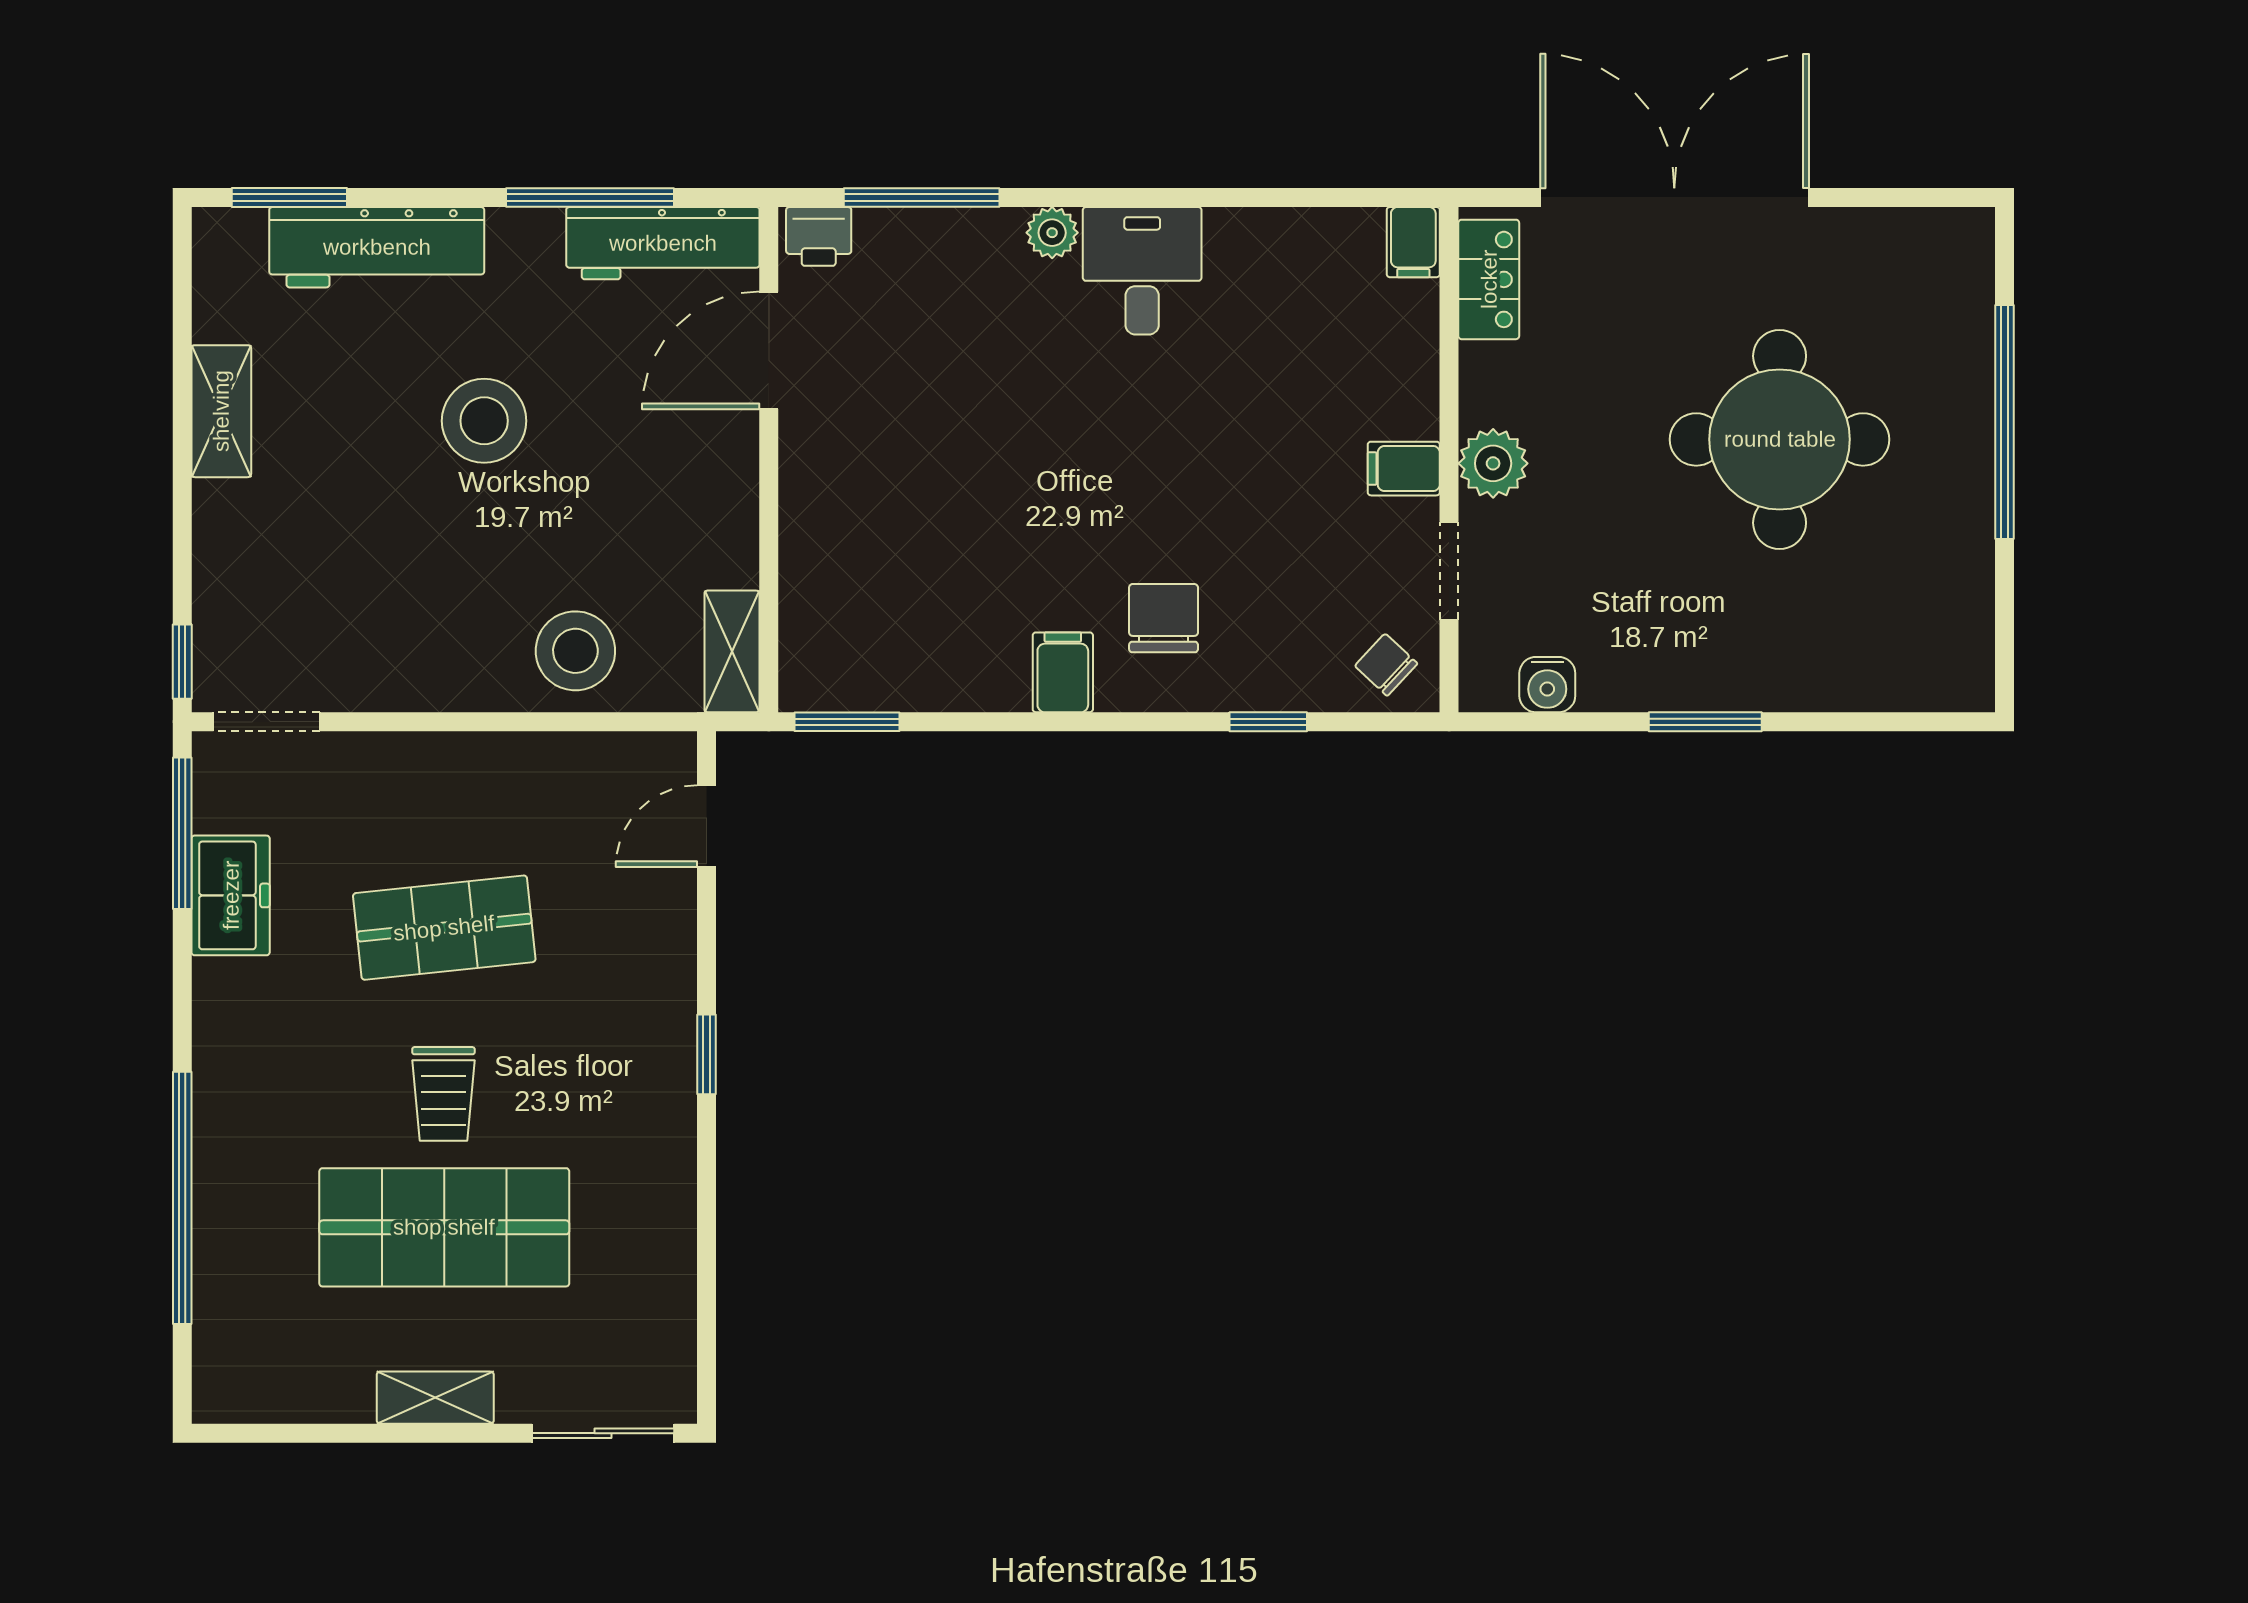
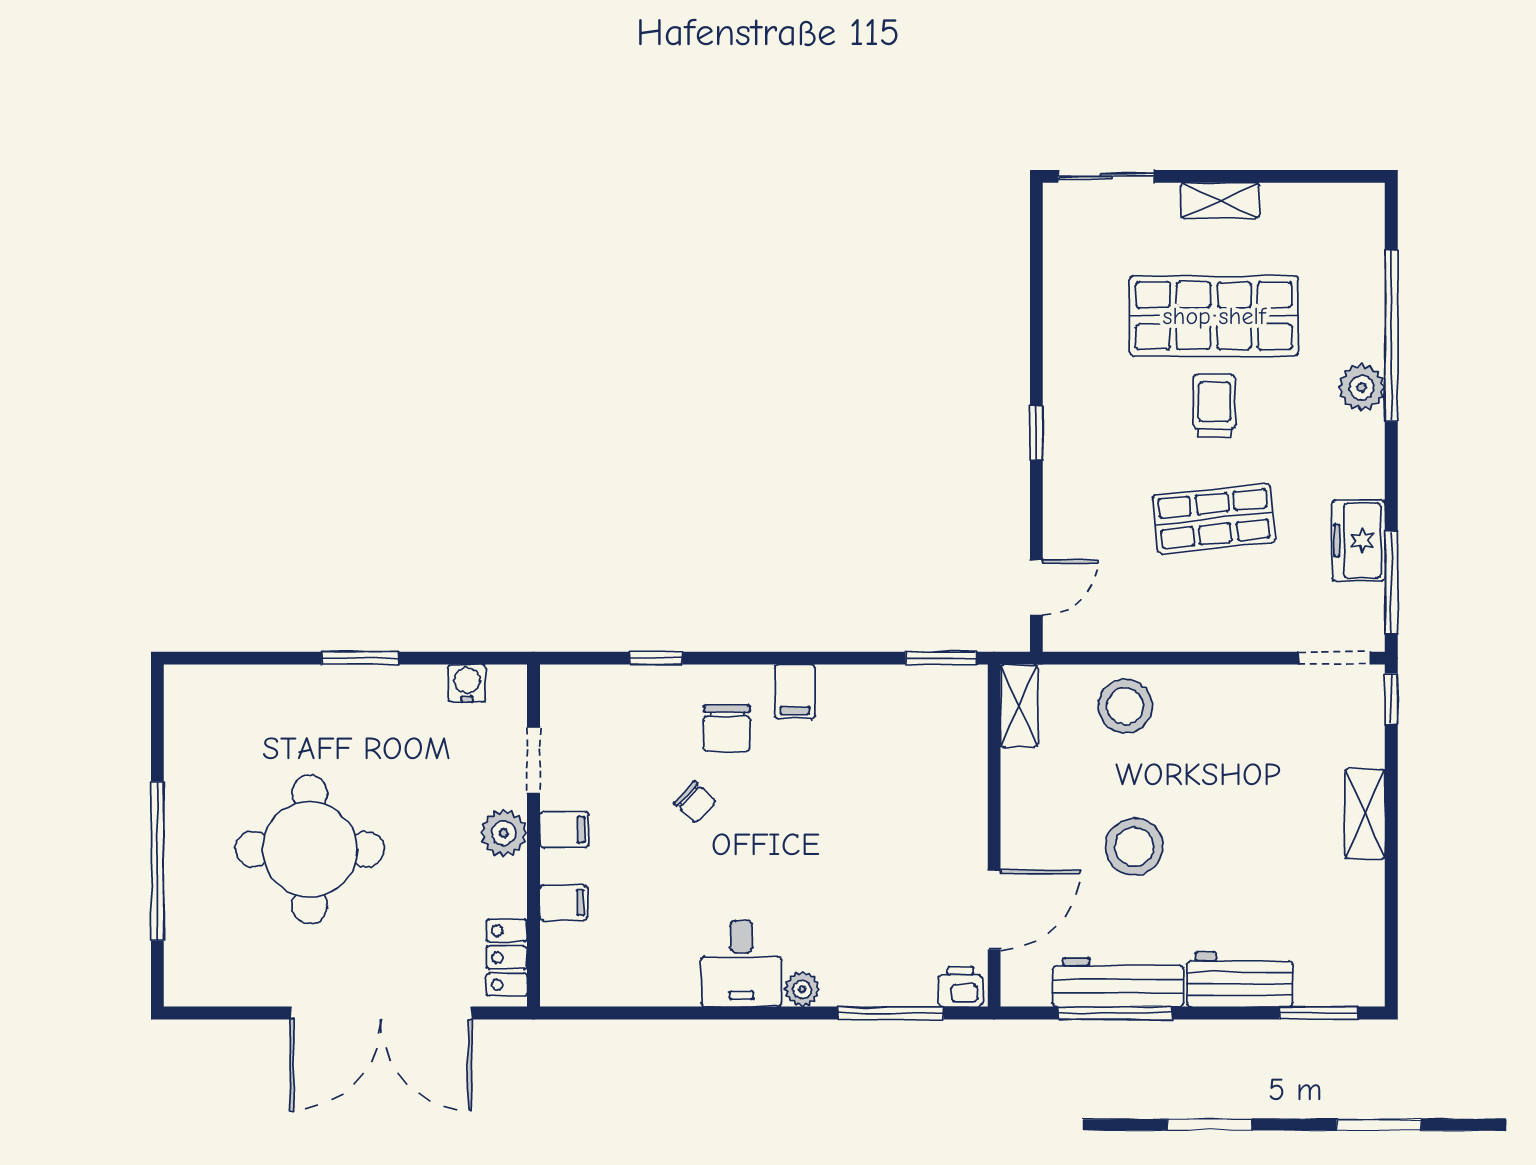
filing cabinet: (1413, 242) -> (564, 903), moved, turned 90
workbench: (663, 243) -> (1118, 982), moved
workbench: (377, 247) -> (1240, 979), width x0.73
shelving: (221, 411) -> (1365, 814), moved
stool: (484, 421) -> (1134, 847), moved
chair: (1386, 665) -> (695, 802), moved
plant: (226, 1122) -> (1362, 387), added

